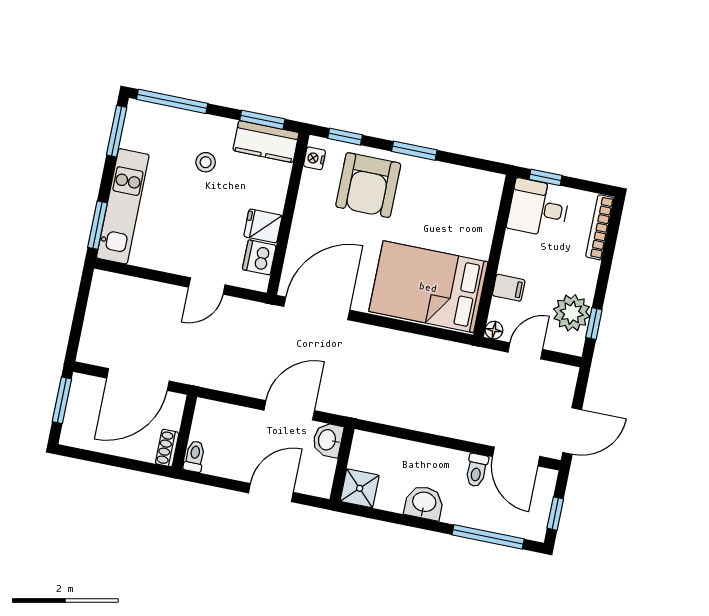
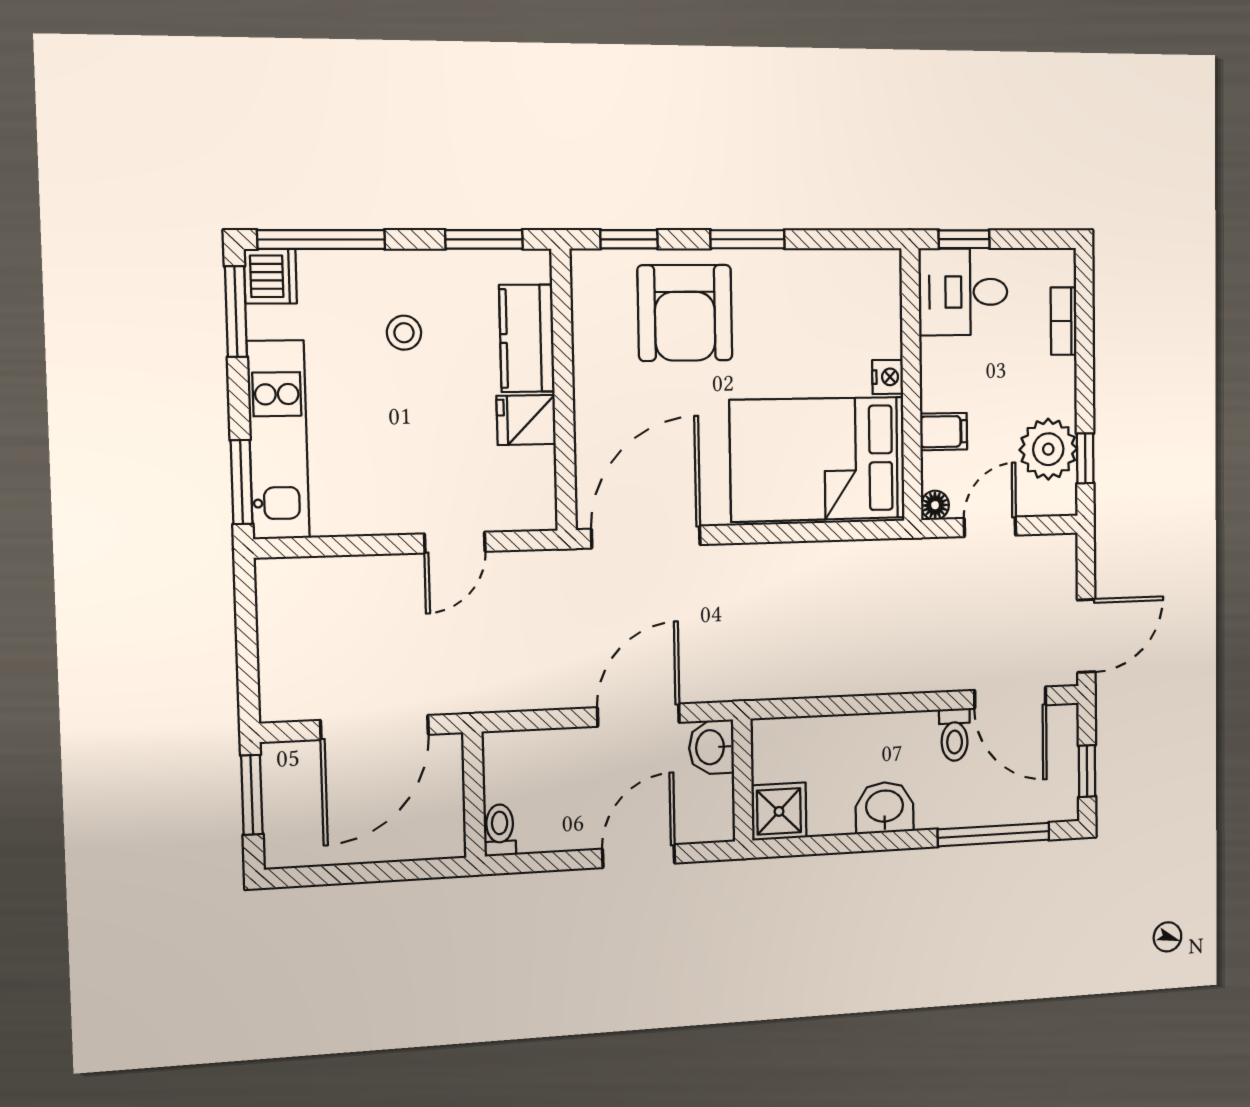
kitchen counter: (266, 142) -> (527, 338), moved, turned 90
nightstand: (315, 158) -> (888, 377), moved, turned 180
bookcase: (600, 227) -> (1064, 321), width x0.64
dishwasher: (259, 257) -> (270, 276), moved, turned 180
shoe rack: (167, 448) -> (451, 828), removed

